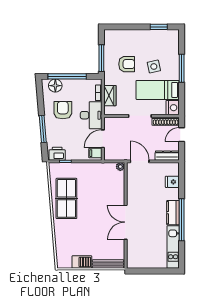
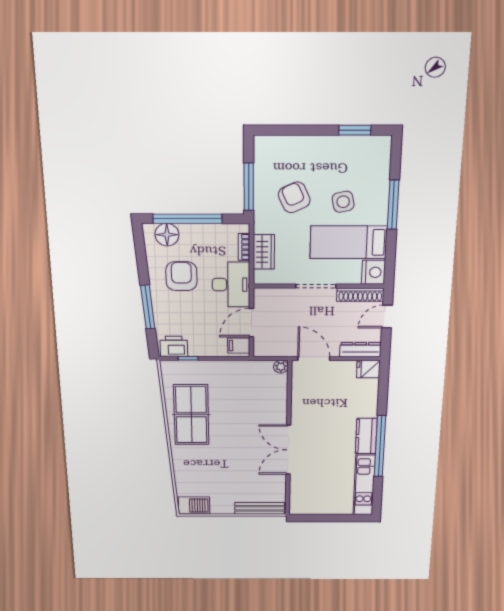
armchair: (127, 64) -> (294, 197), turned -115
fridge: (172, 182) -> (368, 369), moved
barbecue: (82, 262) -> (194, 505), moved

